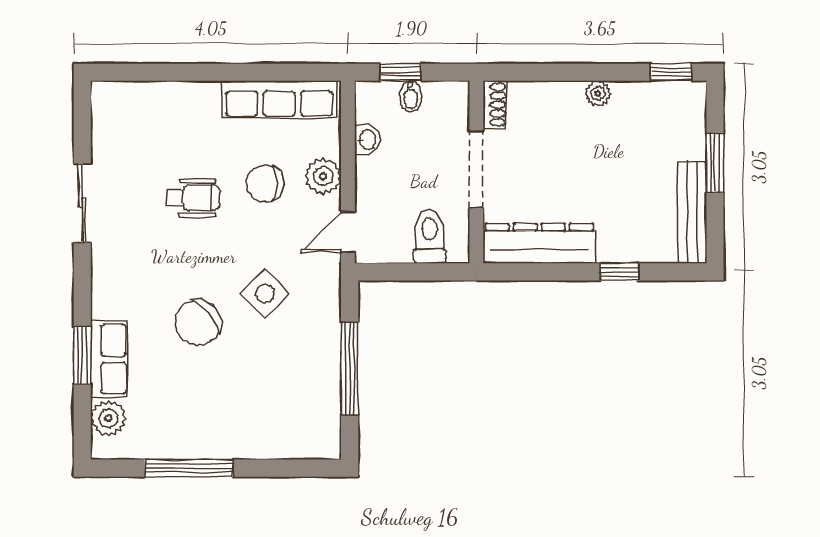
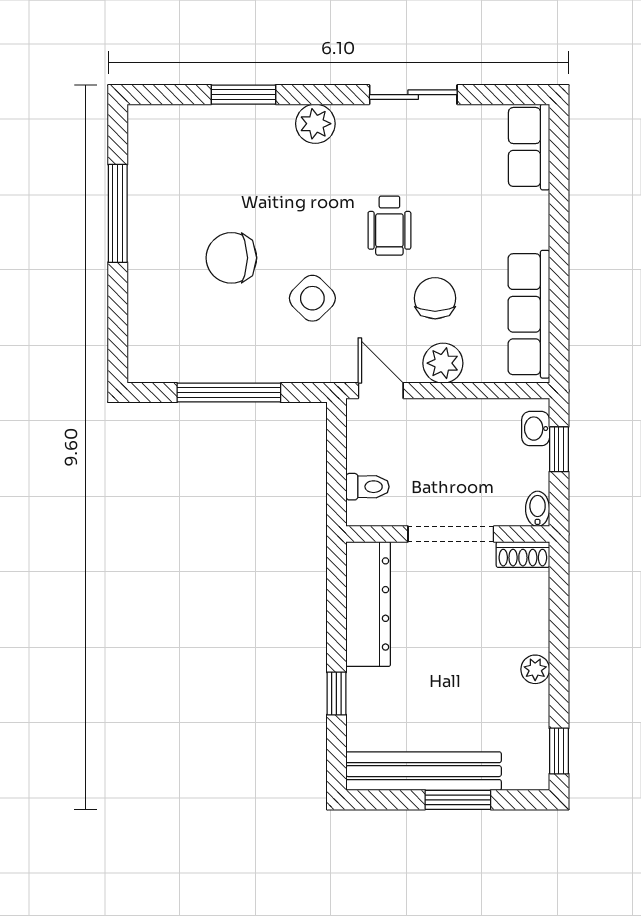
bidet: (411, 96) -> (538, 509), moved, turned 90
washbasin: (367, 140) -> (536, 429), moved, turned 90
wheelchair: (193, 198) -> (389, 226), moved
bench: (692, 212) -> (424, 771), width x1.37, depth x1.21
toilet: (430, 236) -> (368, 487), width x0.73, depth x0.72
chair: (198, 323) -> (231, 258), moved, turned -49
row of seats: (109, 359) -> (529, 147), moved, turned 90
plant: (108, 418) -> (315, 124), moved

